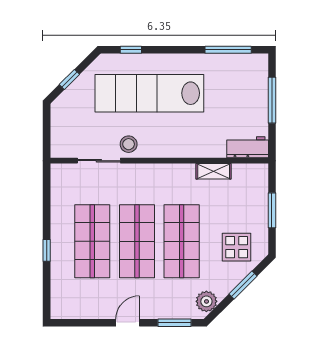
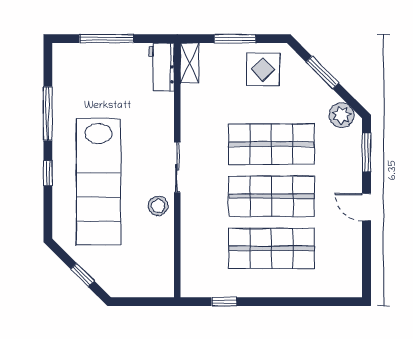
window: (131, 50) -> (48, 173), moved
window: (228, 50) -> (48, 114), moved
sliding door: (99, 161) -> (177, 167), moved
shelving: (214, 171) -> (190, 63), moved
display table: (237, 247) -> (263, 69), moved
window: (47, 250) -> (224, 302), moved

